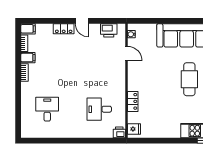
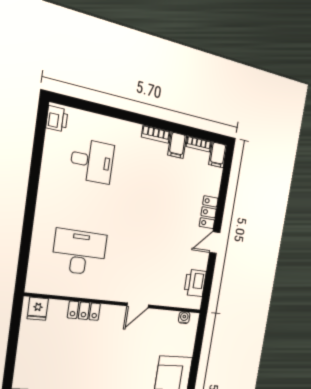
door: (127, 53) -> (138, 305), moved
desk: (99, 109) -> (79, 252), width x1.37
printer: (119, 132) -> (57, 119), moved

